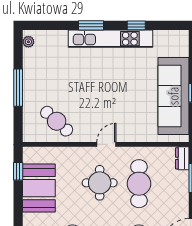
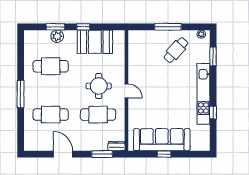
window: (91, 25) -> (213, 56), moved
cafe table: (57, 121) -> (176, 50), moved
window: (18, 171) -> (83, 27), moved

